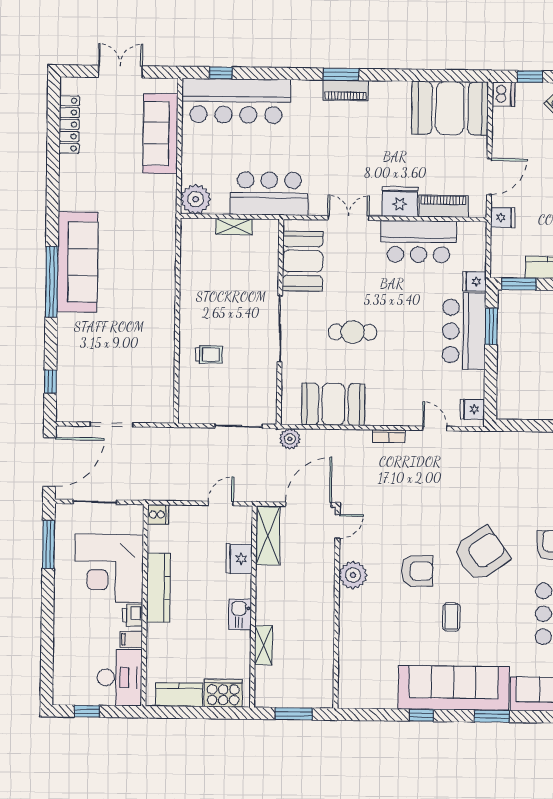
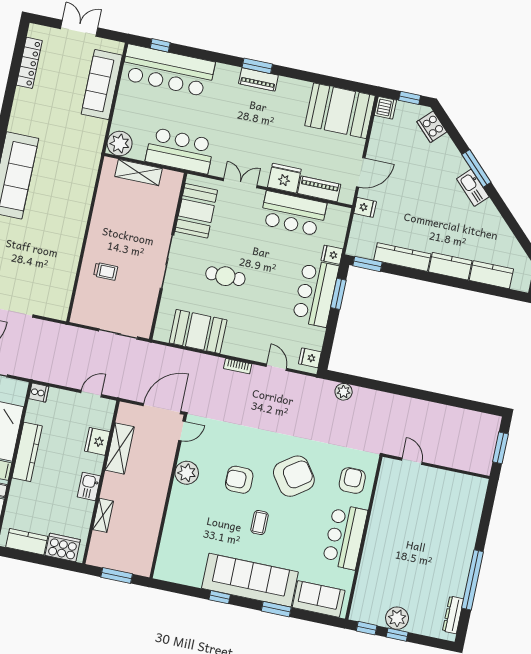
shelving: (234, 227) -> (139, 172), width x1.50, depth x1.33
plant: (290, 439) -> (344, 392), moved
shelving: (268, 535) -> (120, 448), moved
armchair: (417, 571) -> (239, 480), turned 180

